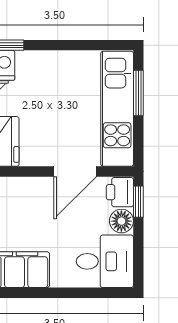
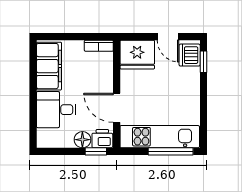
window: (138, 93) -> (171, 151), width x1.44
desk: (105, 261) -> (56, 110), moved, turned 90

